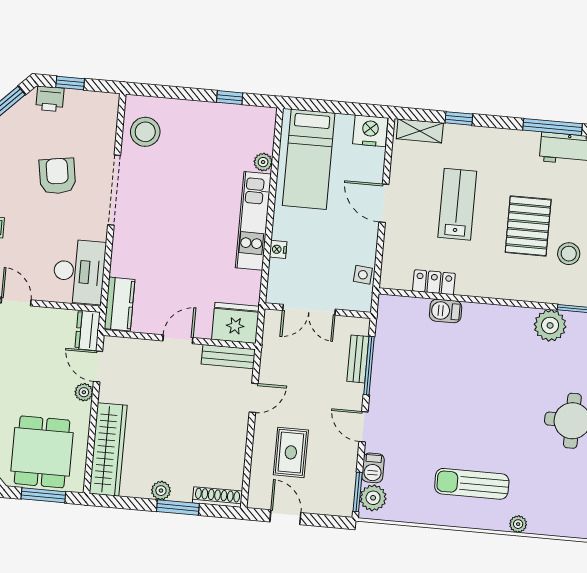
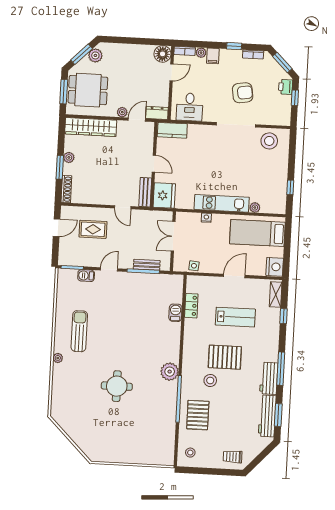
desk: (79, 272) -> (190, 107), width x0.73
plant: (373, 498) -> (69, 276), removed

